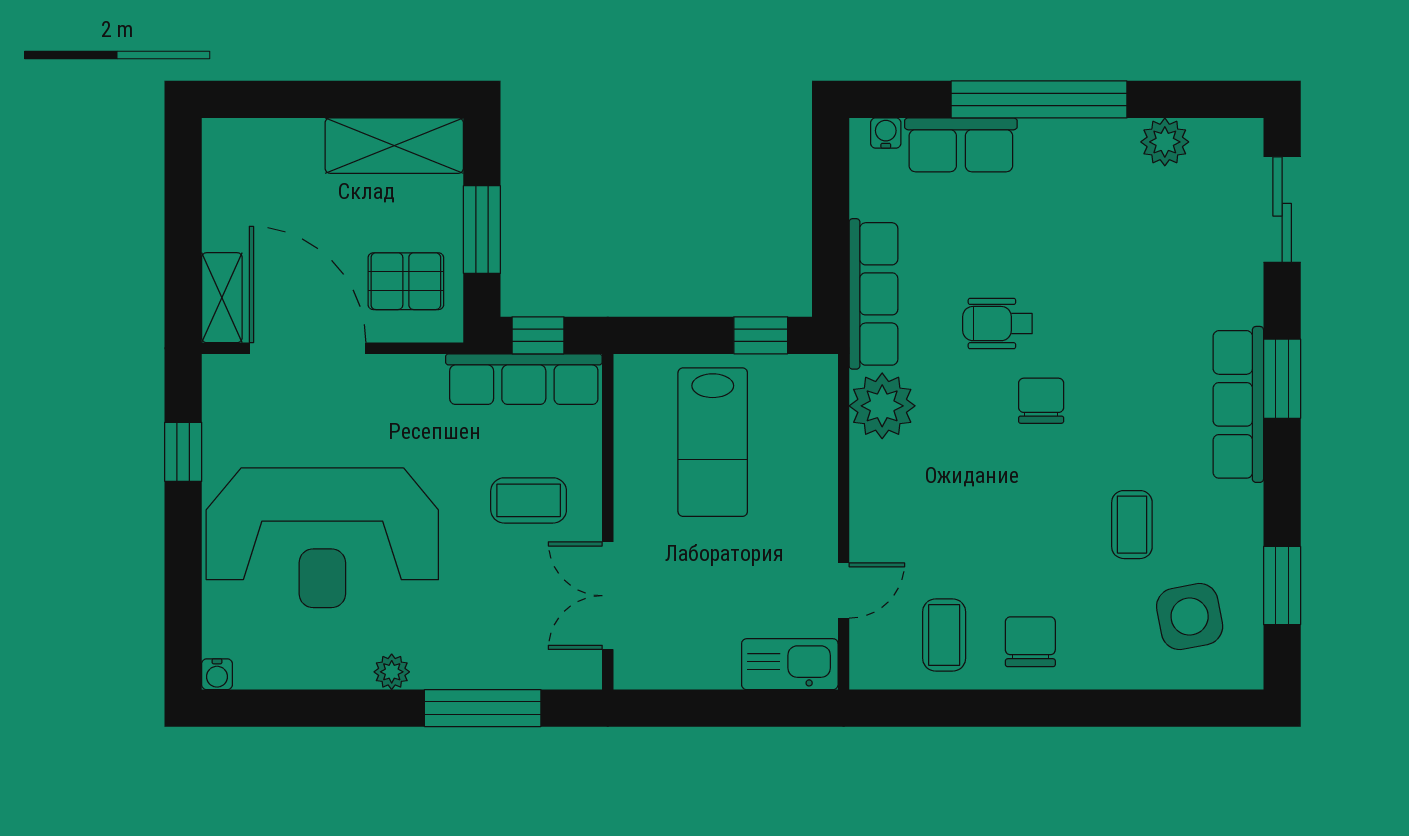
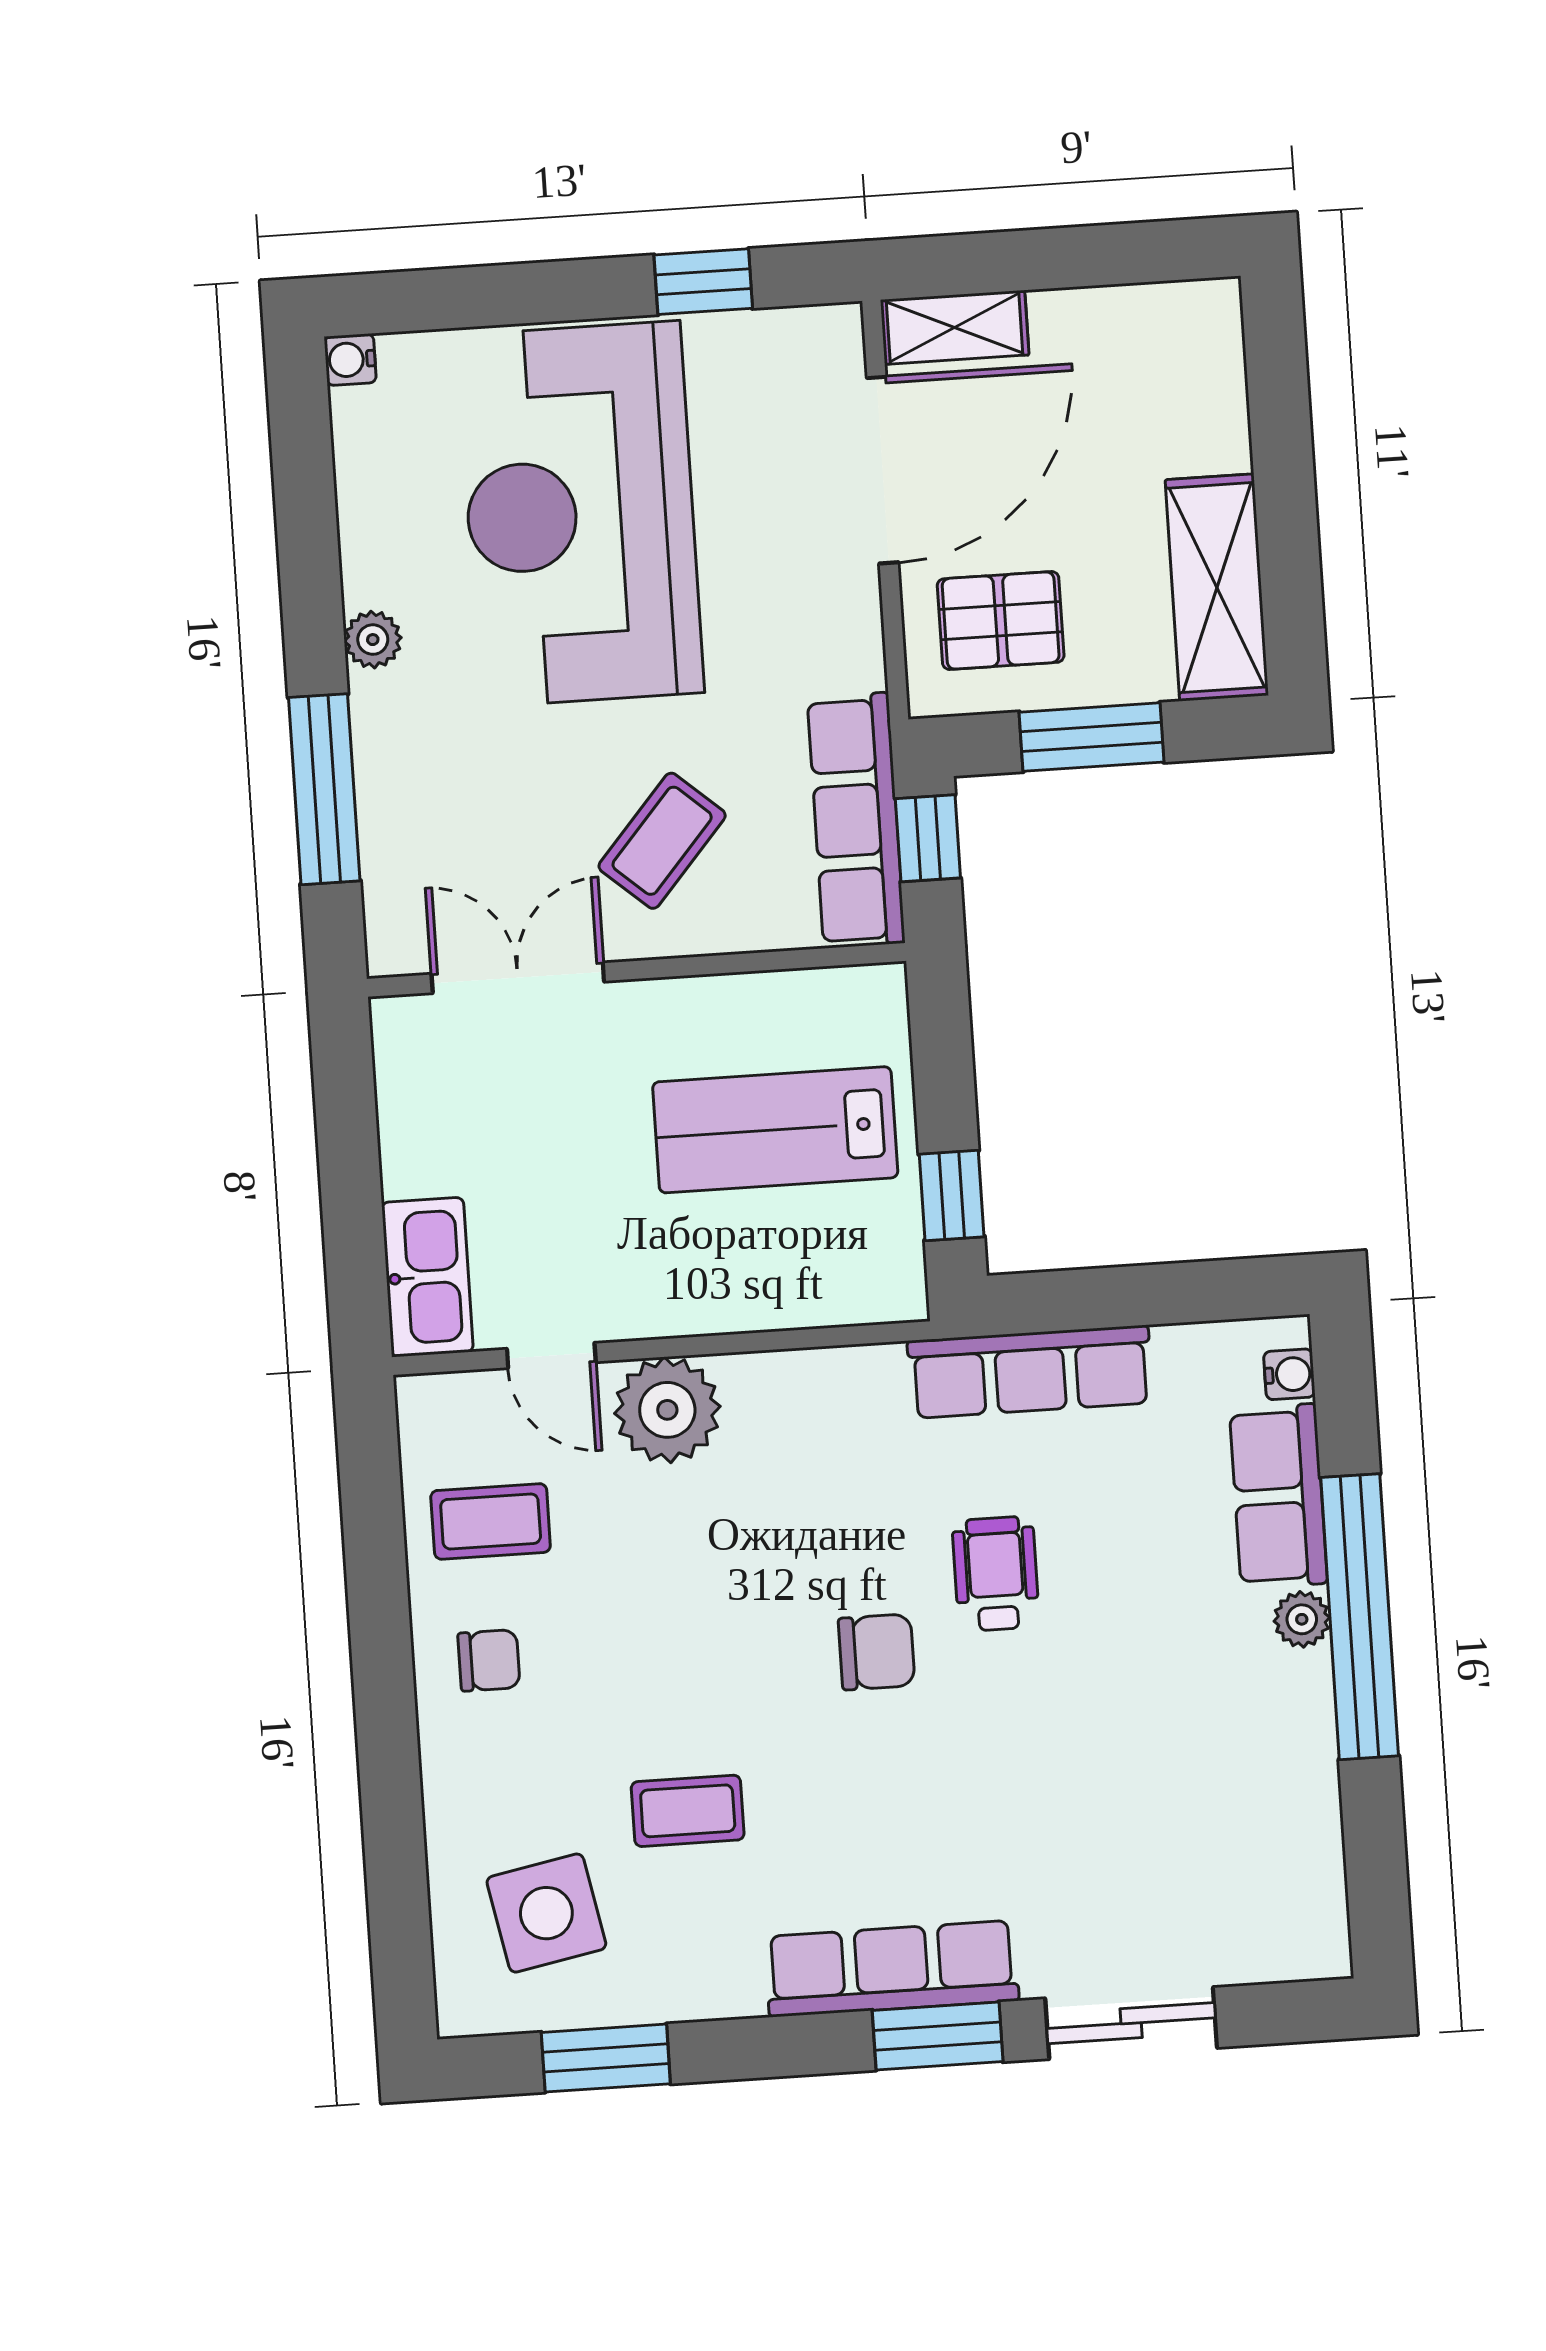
plant: (1165, 142) -> (1302, 1619), moved, width x0.73, depth x0.73
sliding door: (1282, 210) -> (1131, 2023), moved
pallet: (406, 281) -> (1001, 621), turned 90
plant: (882, 406) -> (667, 1410), moved
coffee table: (529, 500) -> (662, 841), turned 41
chair: (1030, 642) -> (489, 1660), width x0.73, depth x0.73

